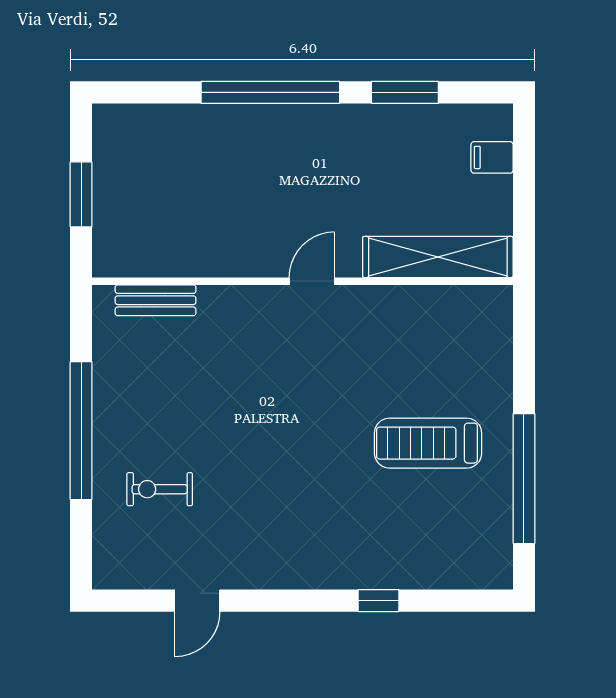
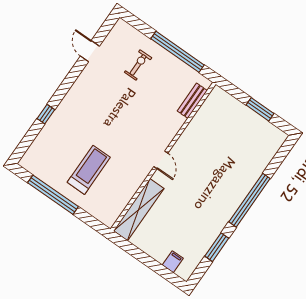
shelving: (438, 257) -> (139, 210), moved
wall: (303, 281) -> (163, 157), moved
door: (312, 281) -> (161, 160), moved
bench: (156, 300) -> (192, 101), moved

